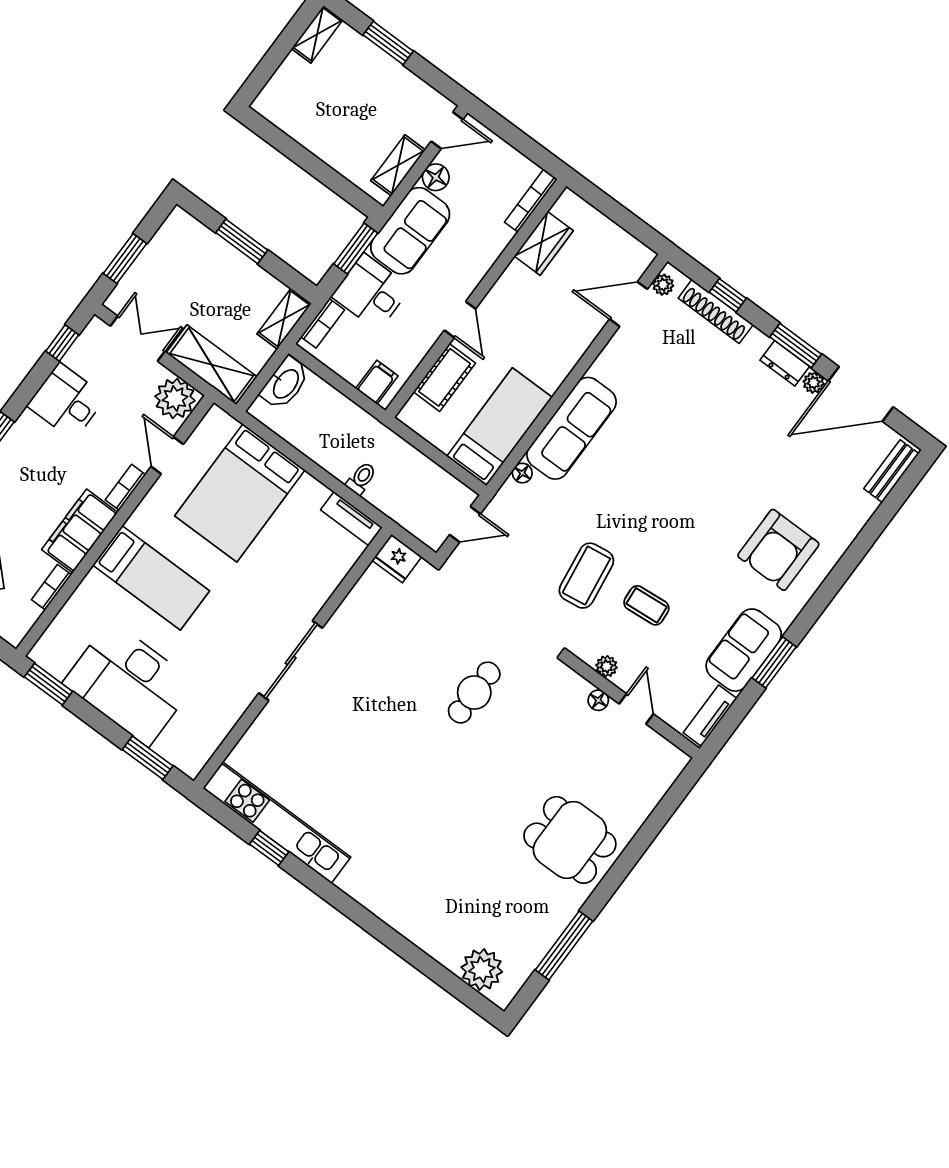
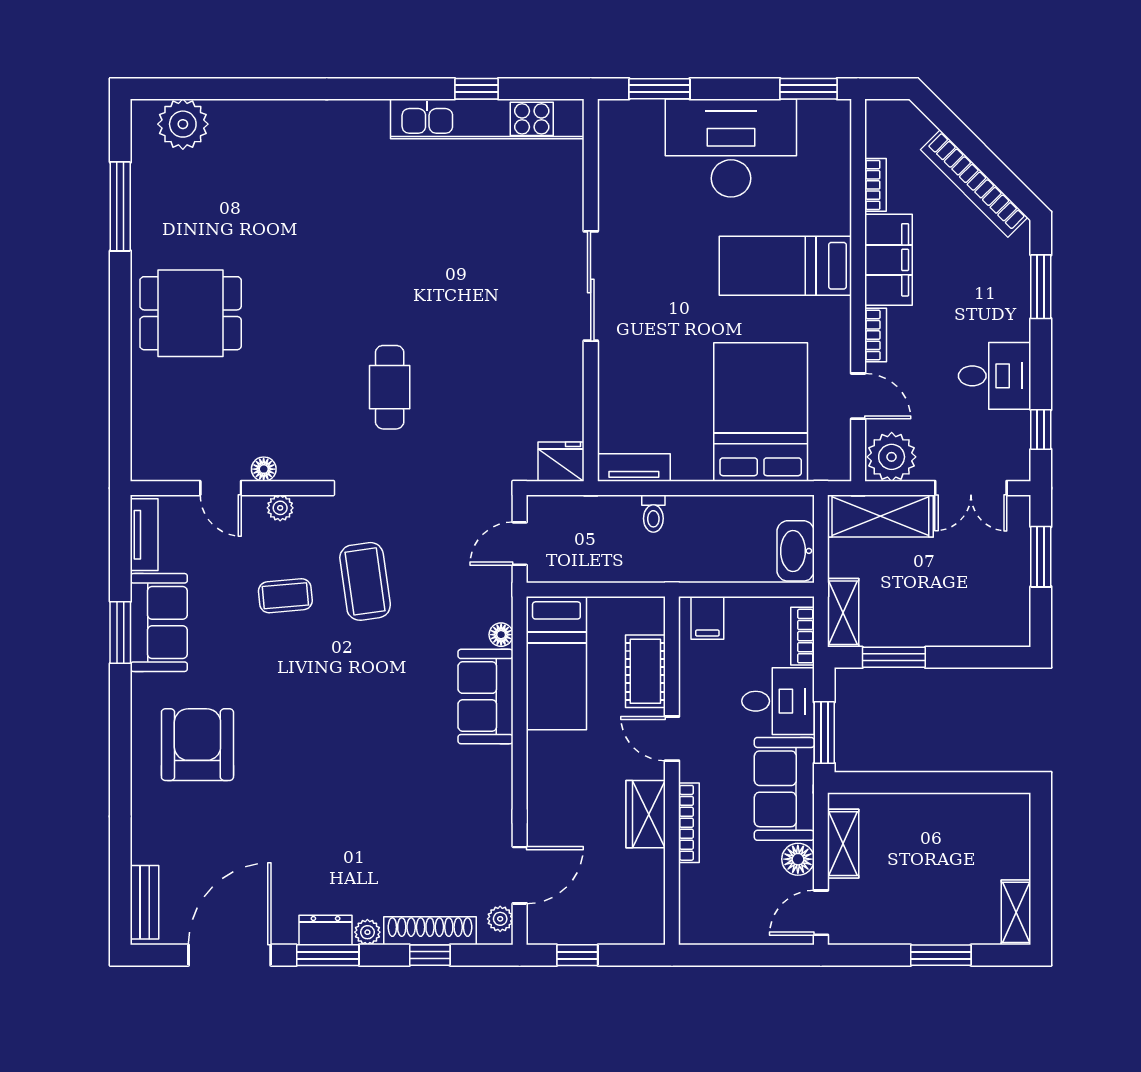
bookcase: (531, 201) -> (689, 823), moved
window: (630, 222) -> (577, 955), added
window: (242, 241) -> (894, 657), moved
wardrobe: (544, 243) -> (646, 814), moved
plant: (814, 383) -> (367, 932), moved
sofa: (572, 428) -> (486, 697), width x0.73

